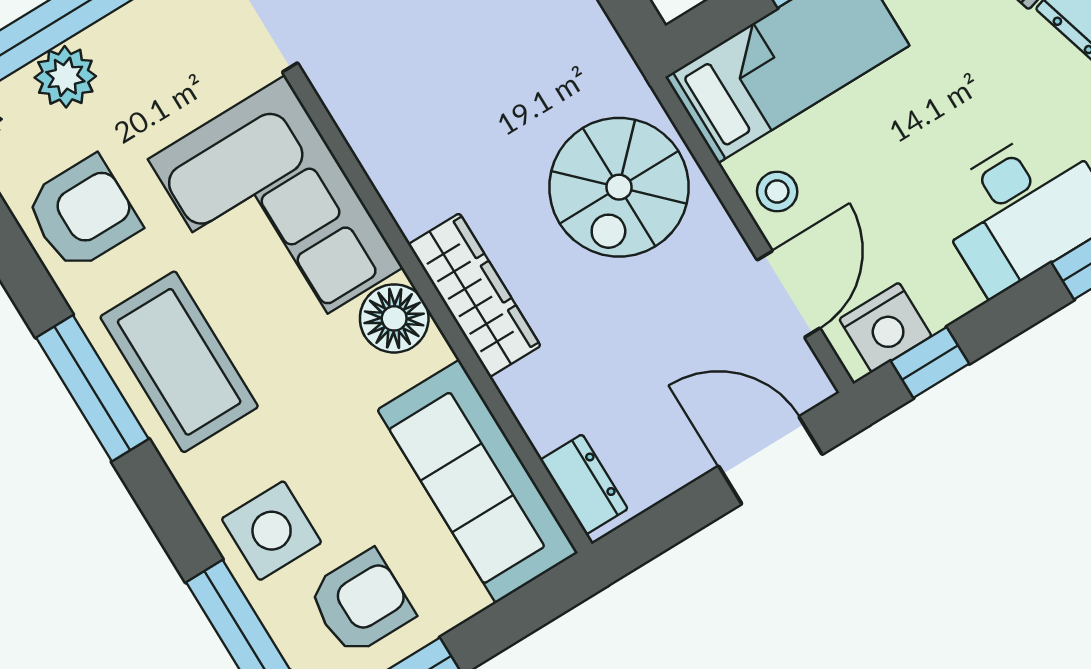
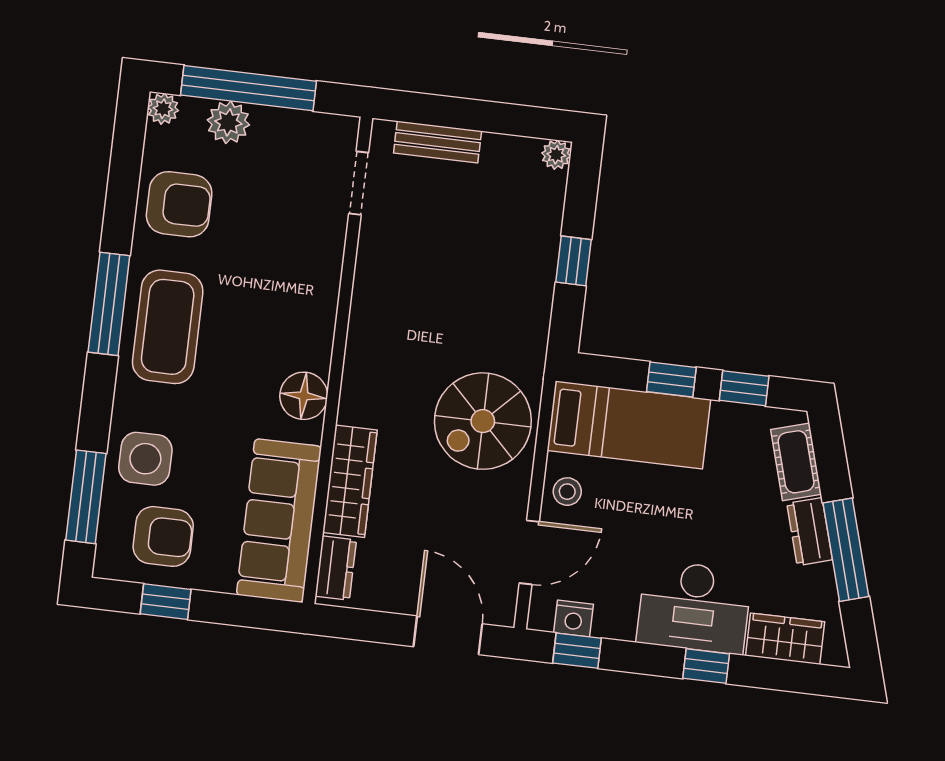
corner sofa: (275, 213) -> (284, 287), removed
wardrobe: (474, 295) -> (350, 481), moved
nightstand: (885, 327) -> (574, 619), width x0.74, depth x0.75

